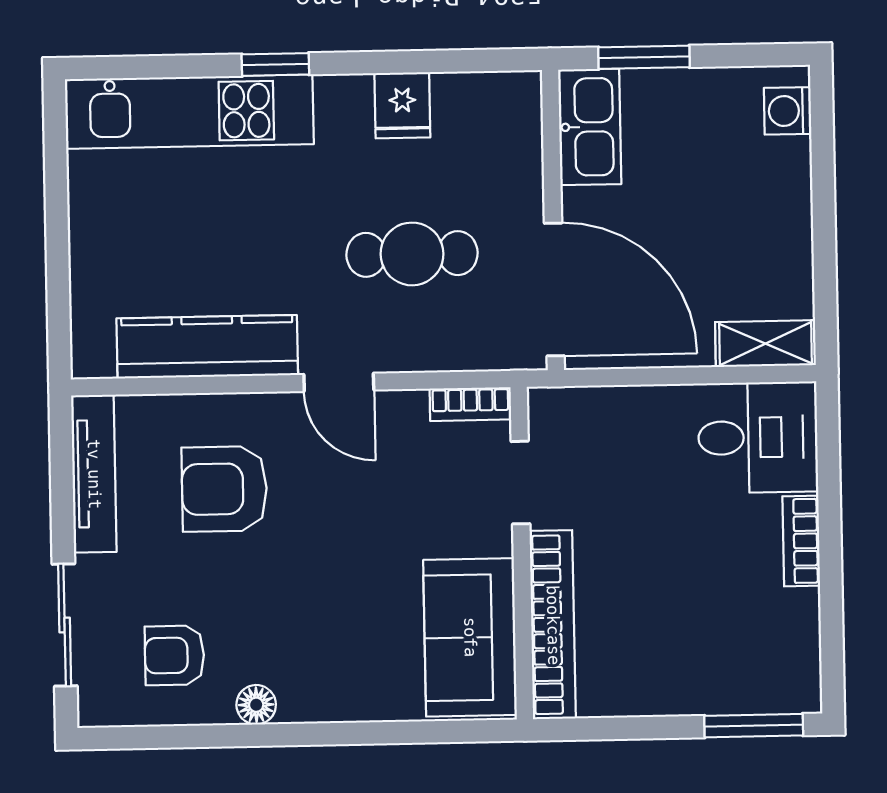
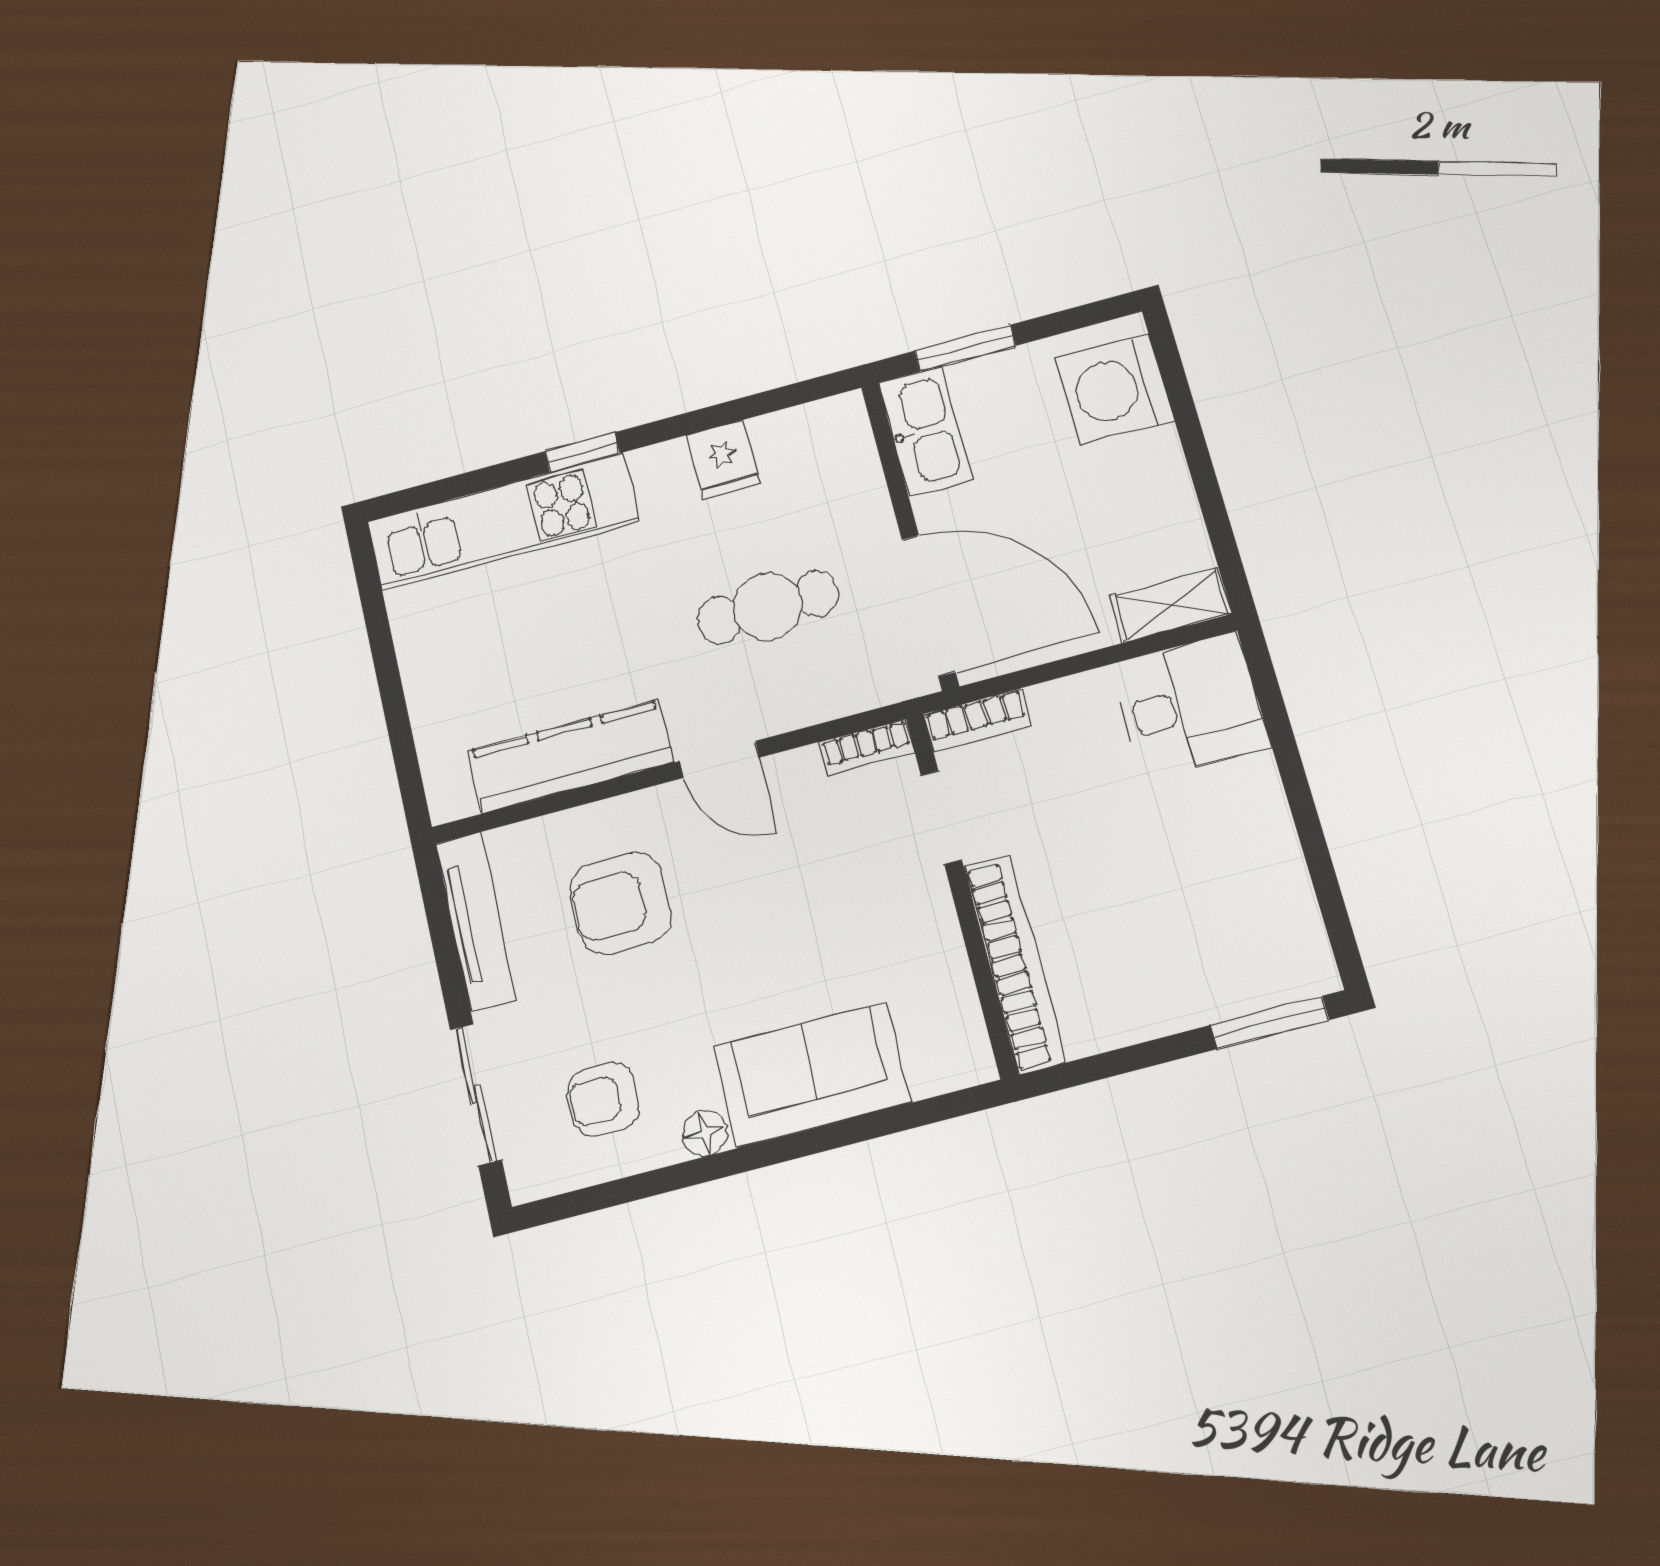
washing machine: (788, 111) -> (1115, 389), width x1.89, depth x1.89
bookcase: (801, 541) -> (977, 720), moved, turned -90
sofa: (470, 637) -> (812, 1075), moved, turned 90

